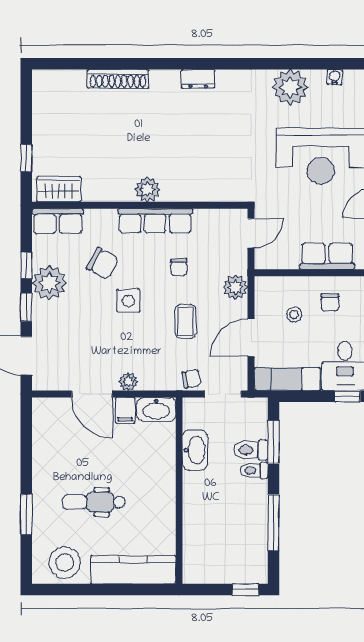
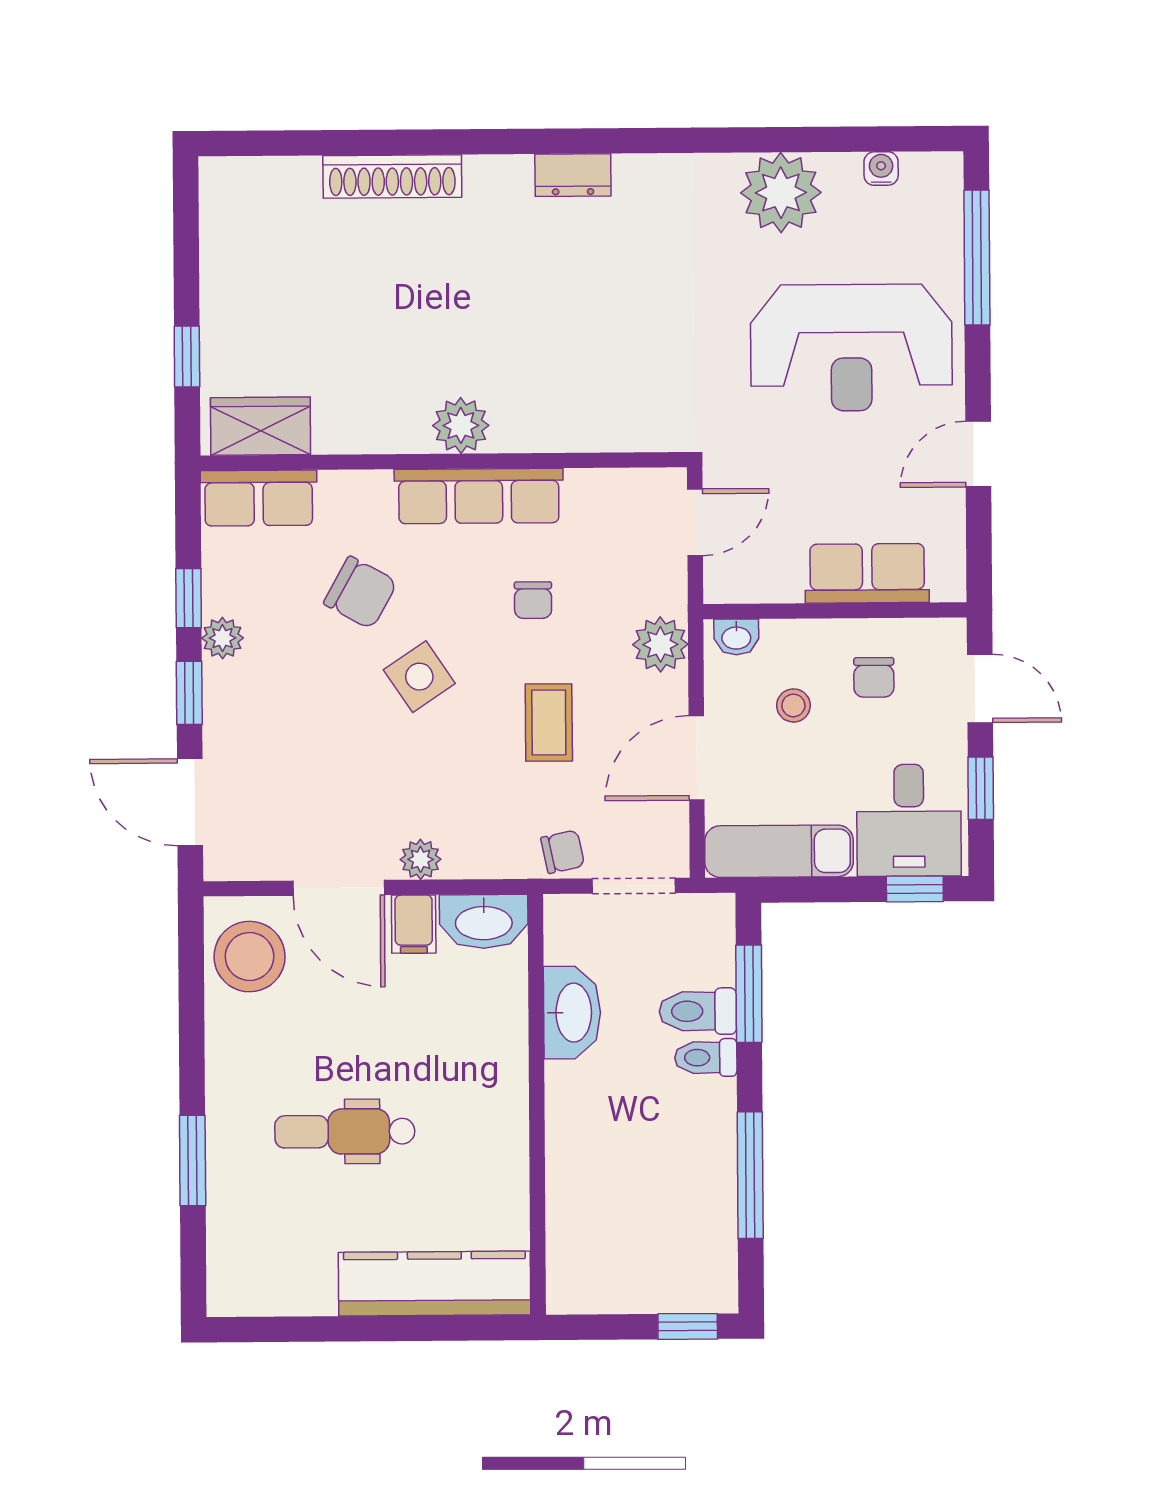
plant: (49, 283) -> (222, 638), width x0.53, depth x0.53
washbasin: (269, 284) -> (736, 637), added
side table: (128, 301) -> (419, 677), turned -34
stool: (65, 562) -> (250, 957), moved

